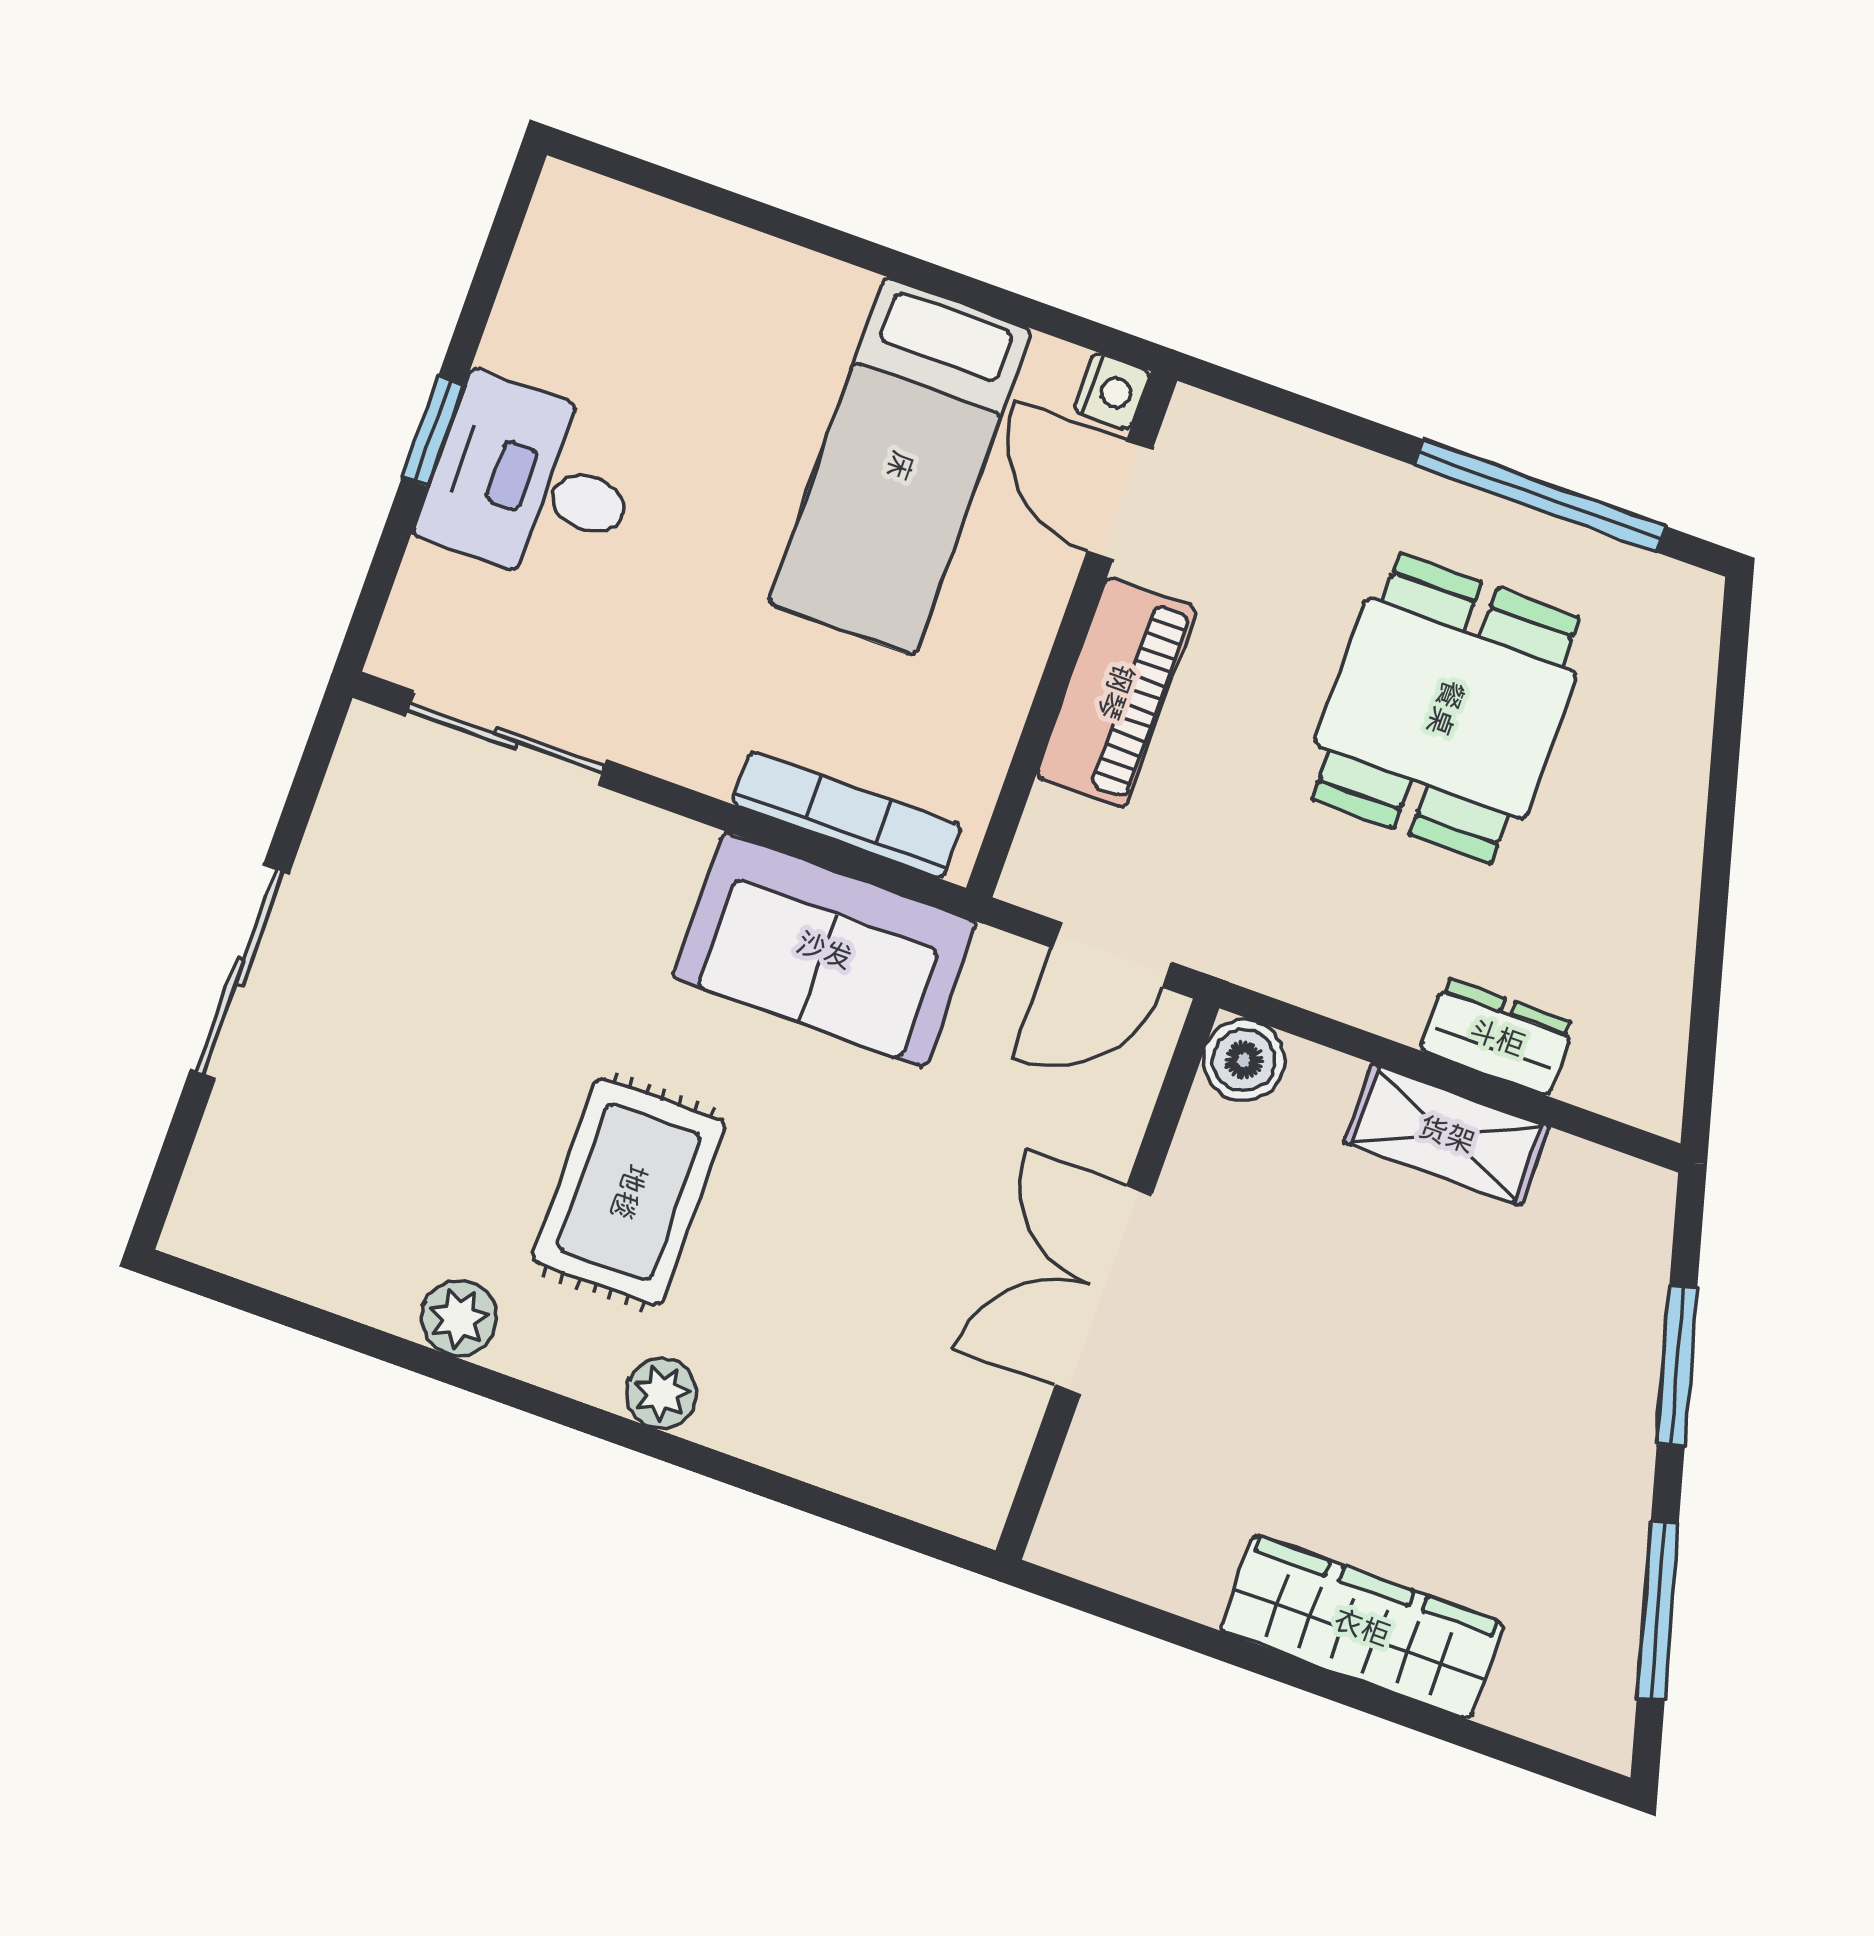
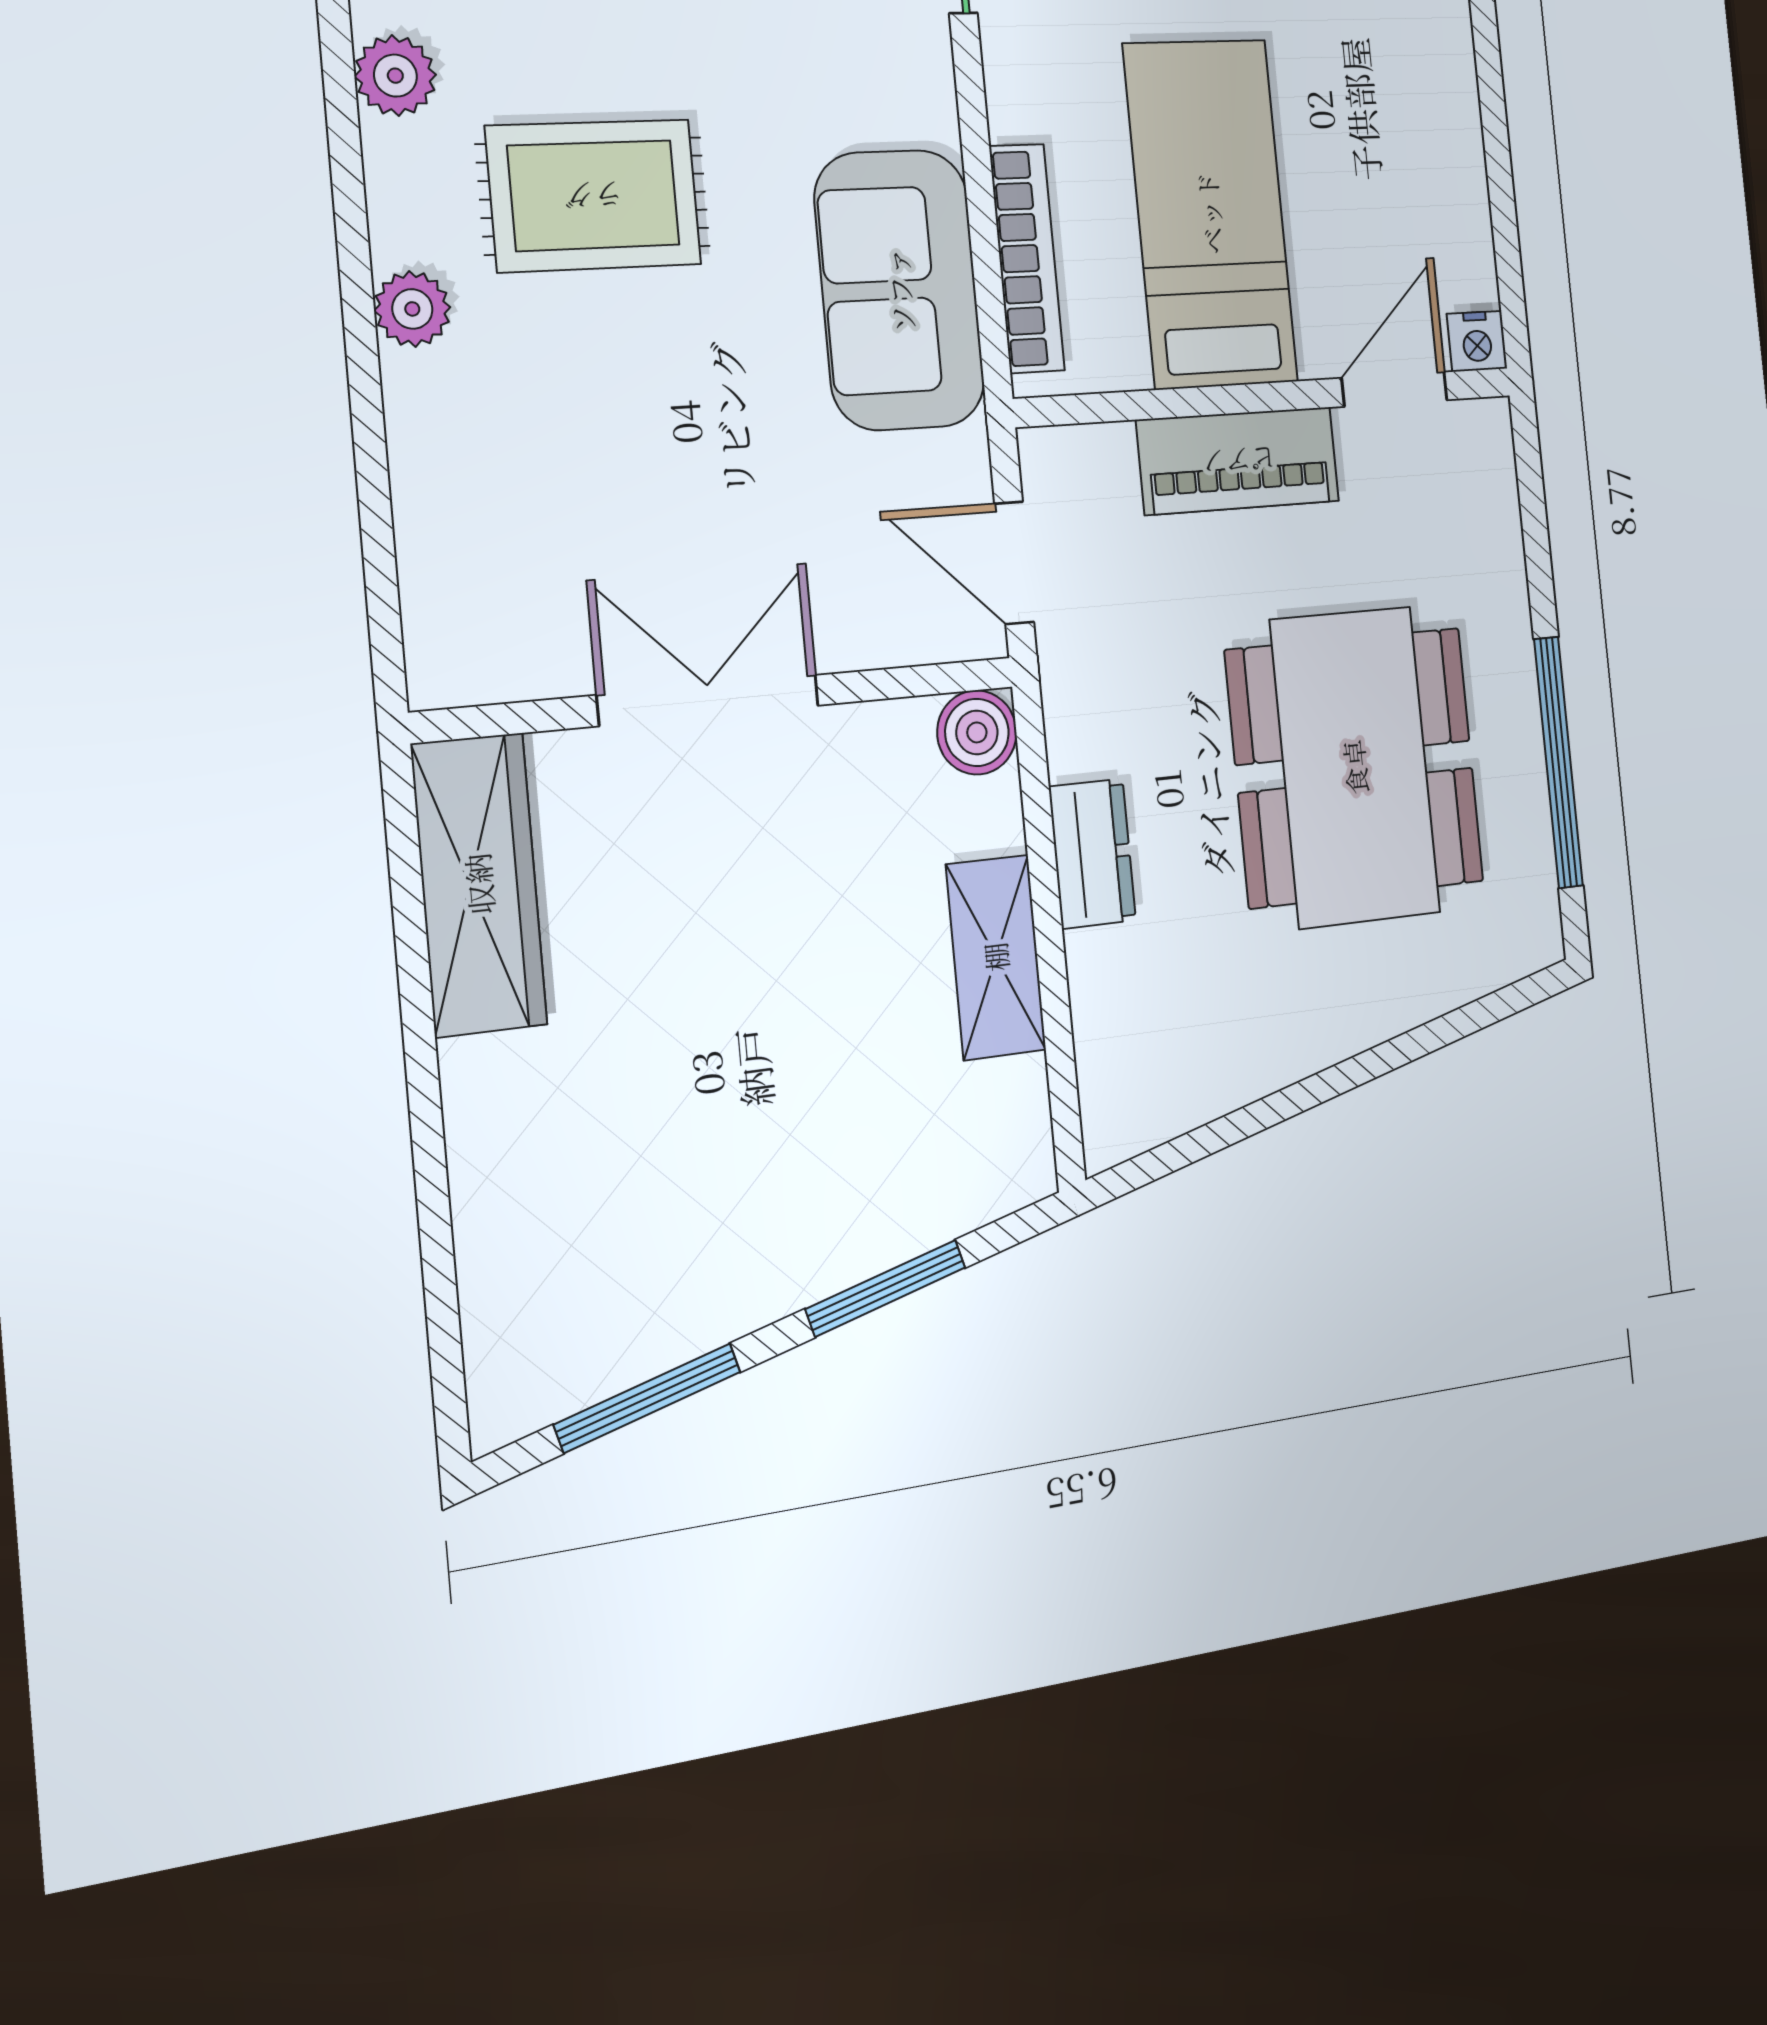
bed: (900, 466) -> (1210, 213), moved, turned 90
dining table: (1446, 708) -> (1355, 767), width x1.37
dresser: (1497, 1037) -> (1092, 854), moved
wardrobe: (1362, 1627) -> (479, 884), moved

